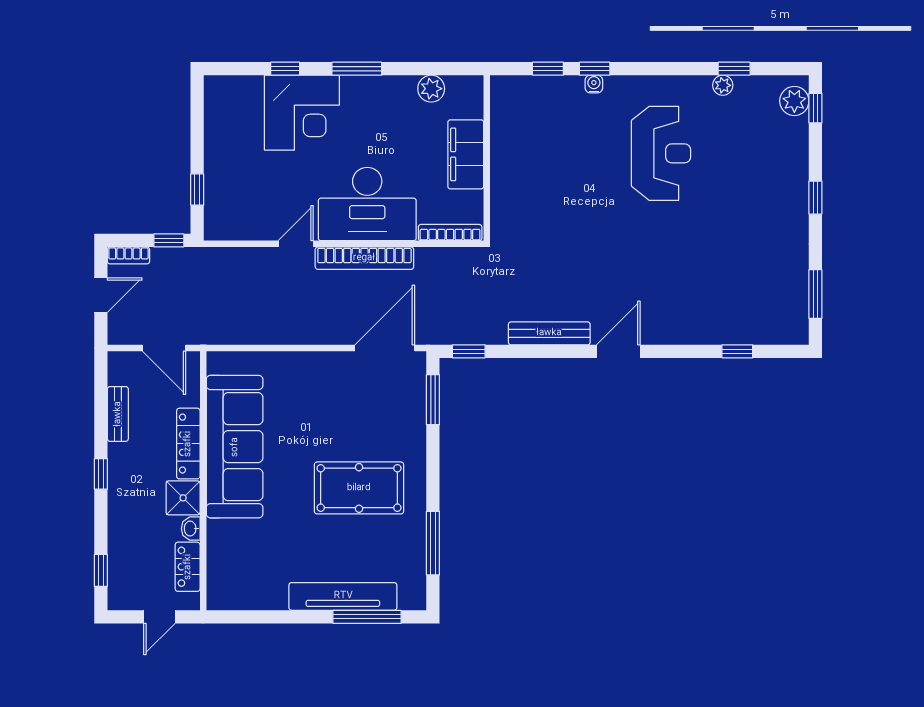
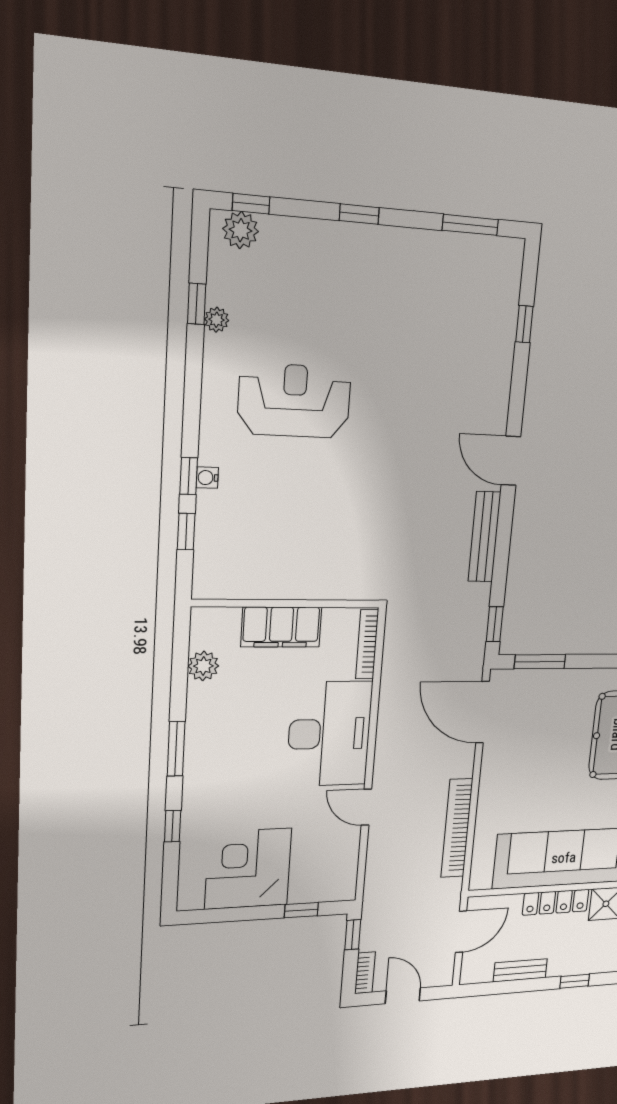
corner desk: (302, 113) -> (248, 869), moved, turned -90
bookcase: (364, 258) -> (457, 828), moved, turned 180

